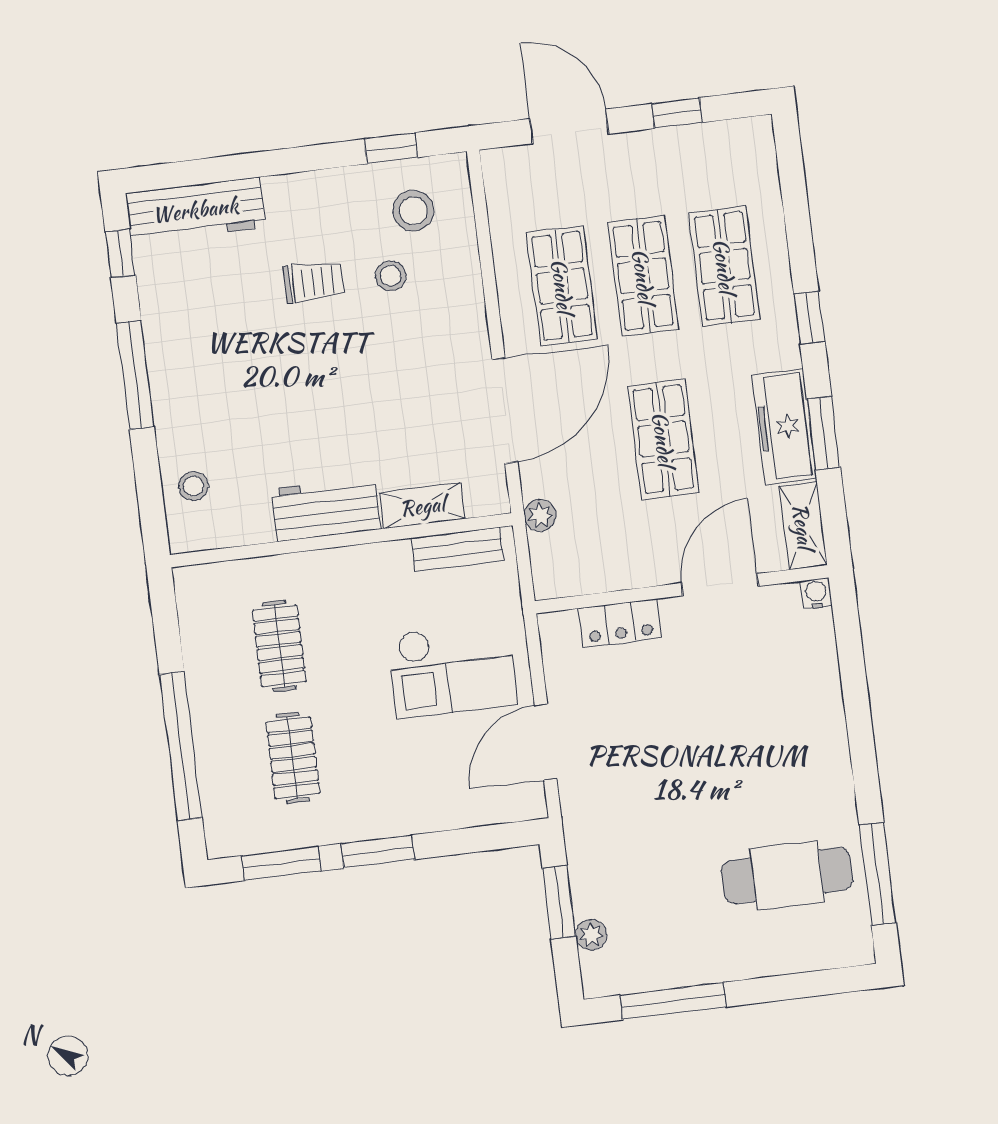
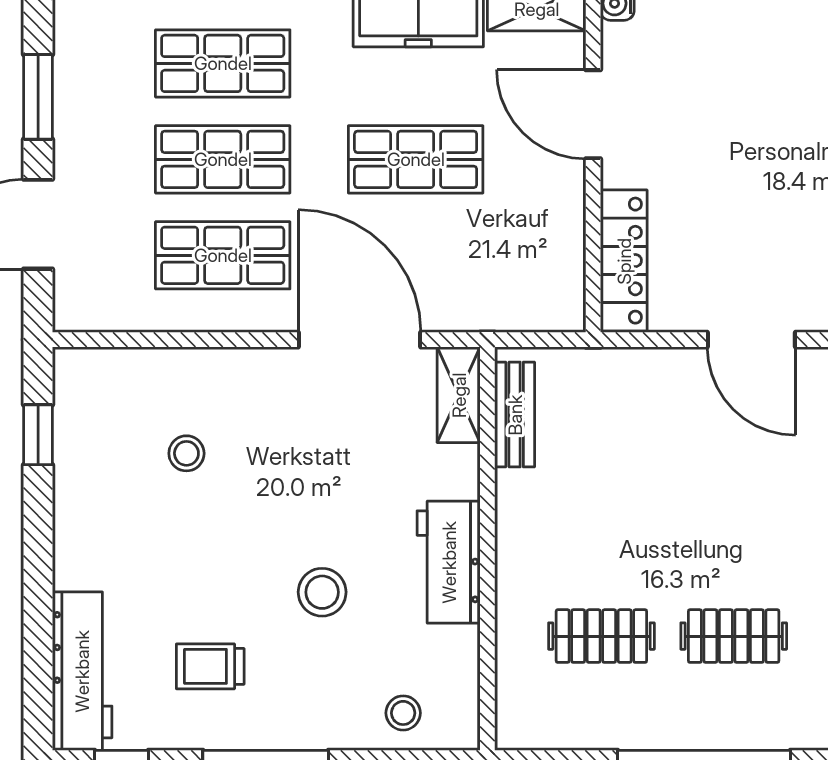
window: (677, 113) -> (38, 97), width x1.50
stool: (413, 211) -> (322, 592), moved
trolley: (314, 282) -> (210, 666), moved, turned -90
shelving: (422, 506) -> (459, 395), moved
plant: (540, 515) -> (487, 314), removed
locker: (620, 623) -> (624, 261), width x1.53
checkout: (452, 670) -> (654, 438), removed

